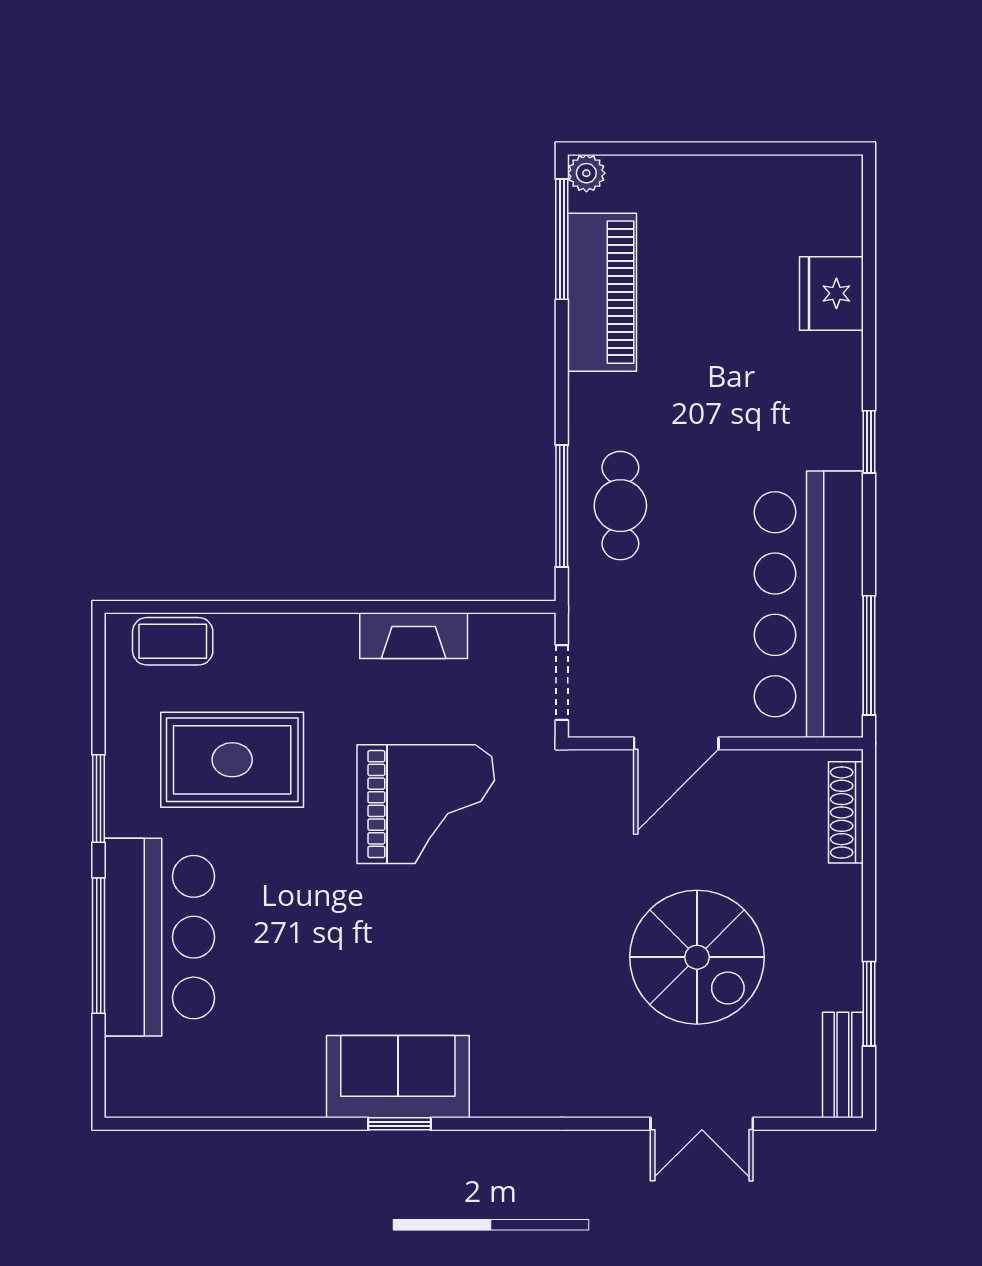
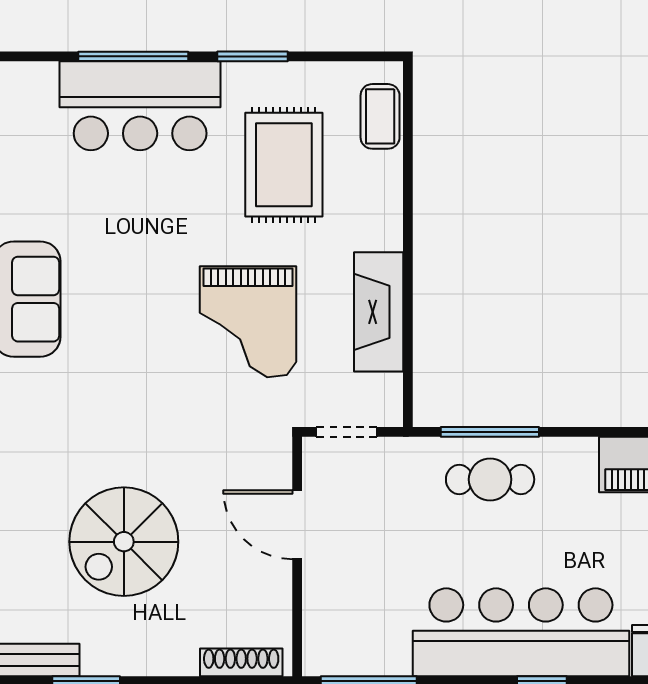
bar counter: (809, 604) -> (521, 632), moved
fireplace: (414, 636) -> (379, 312), width x1.37, depth x1.32

